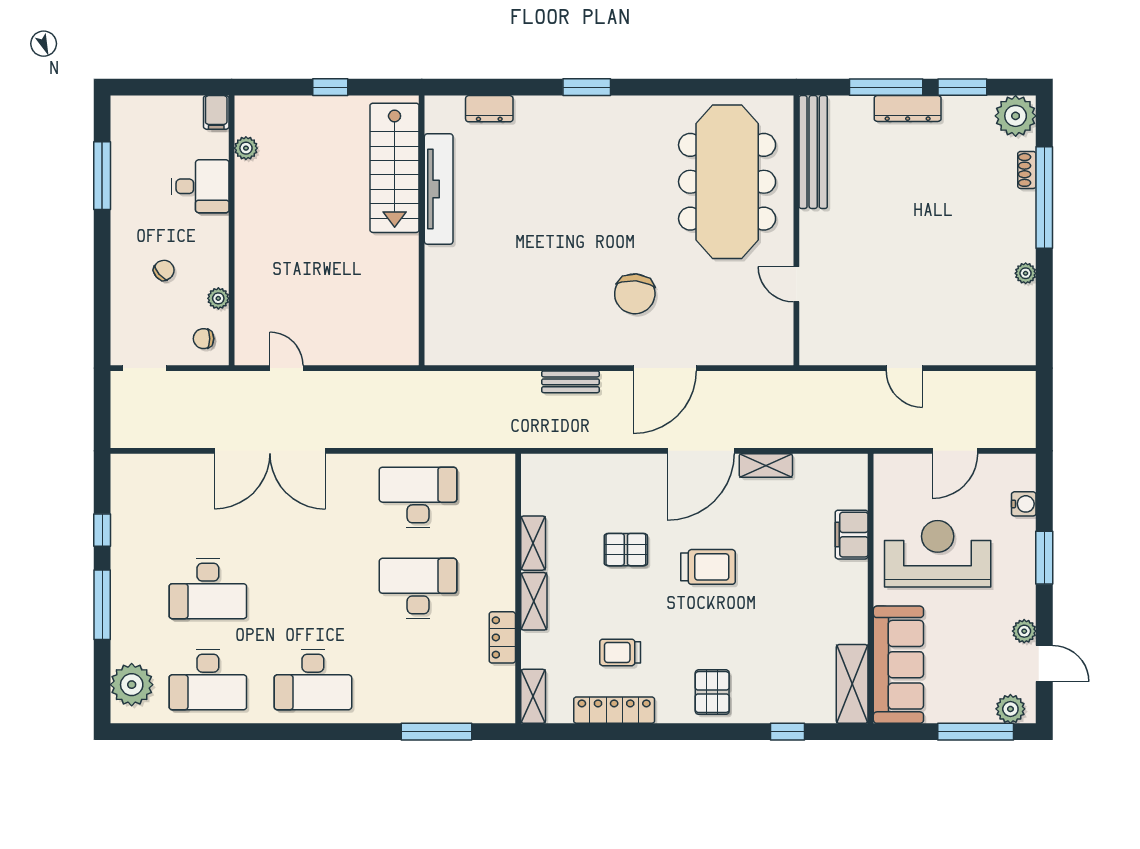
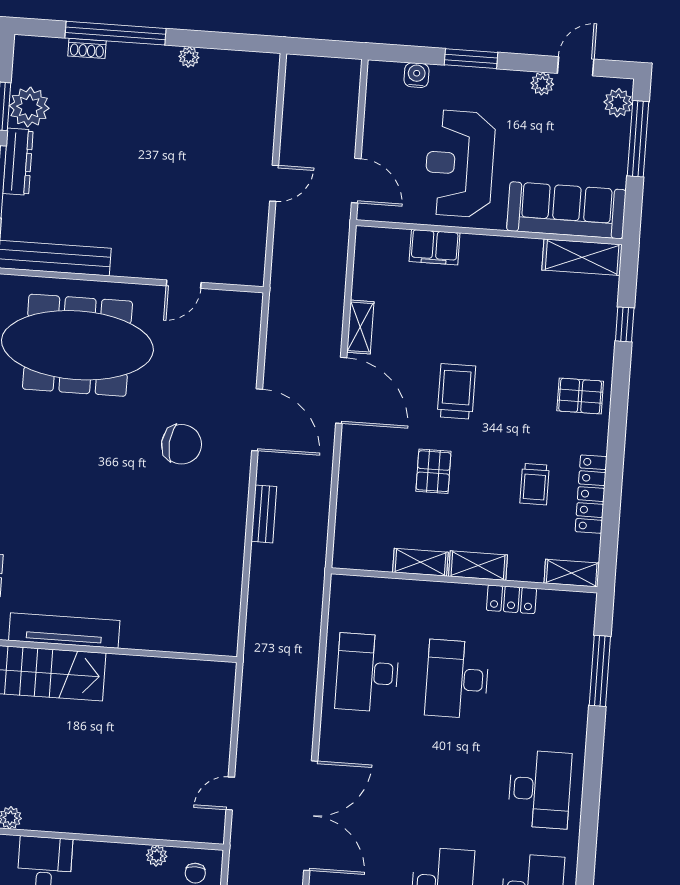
plant: (1016, 116) -> (29, 107), moved
door: (955, 451) -> (356, 181), moved

